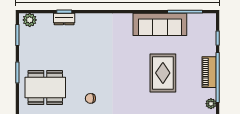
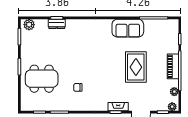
sofa: (160, 24) -> (128, 28), width x0.73

